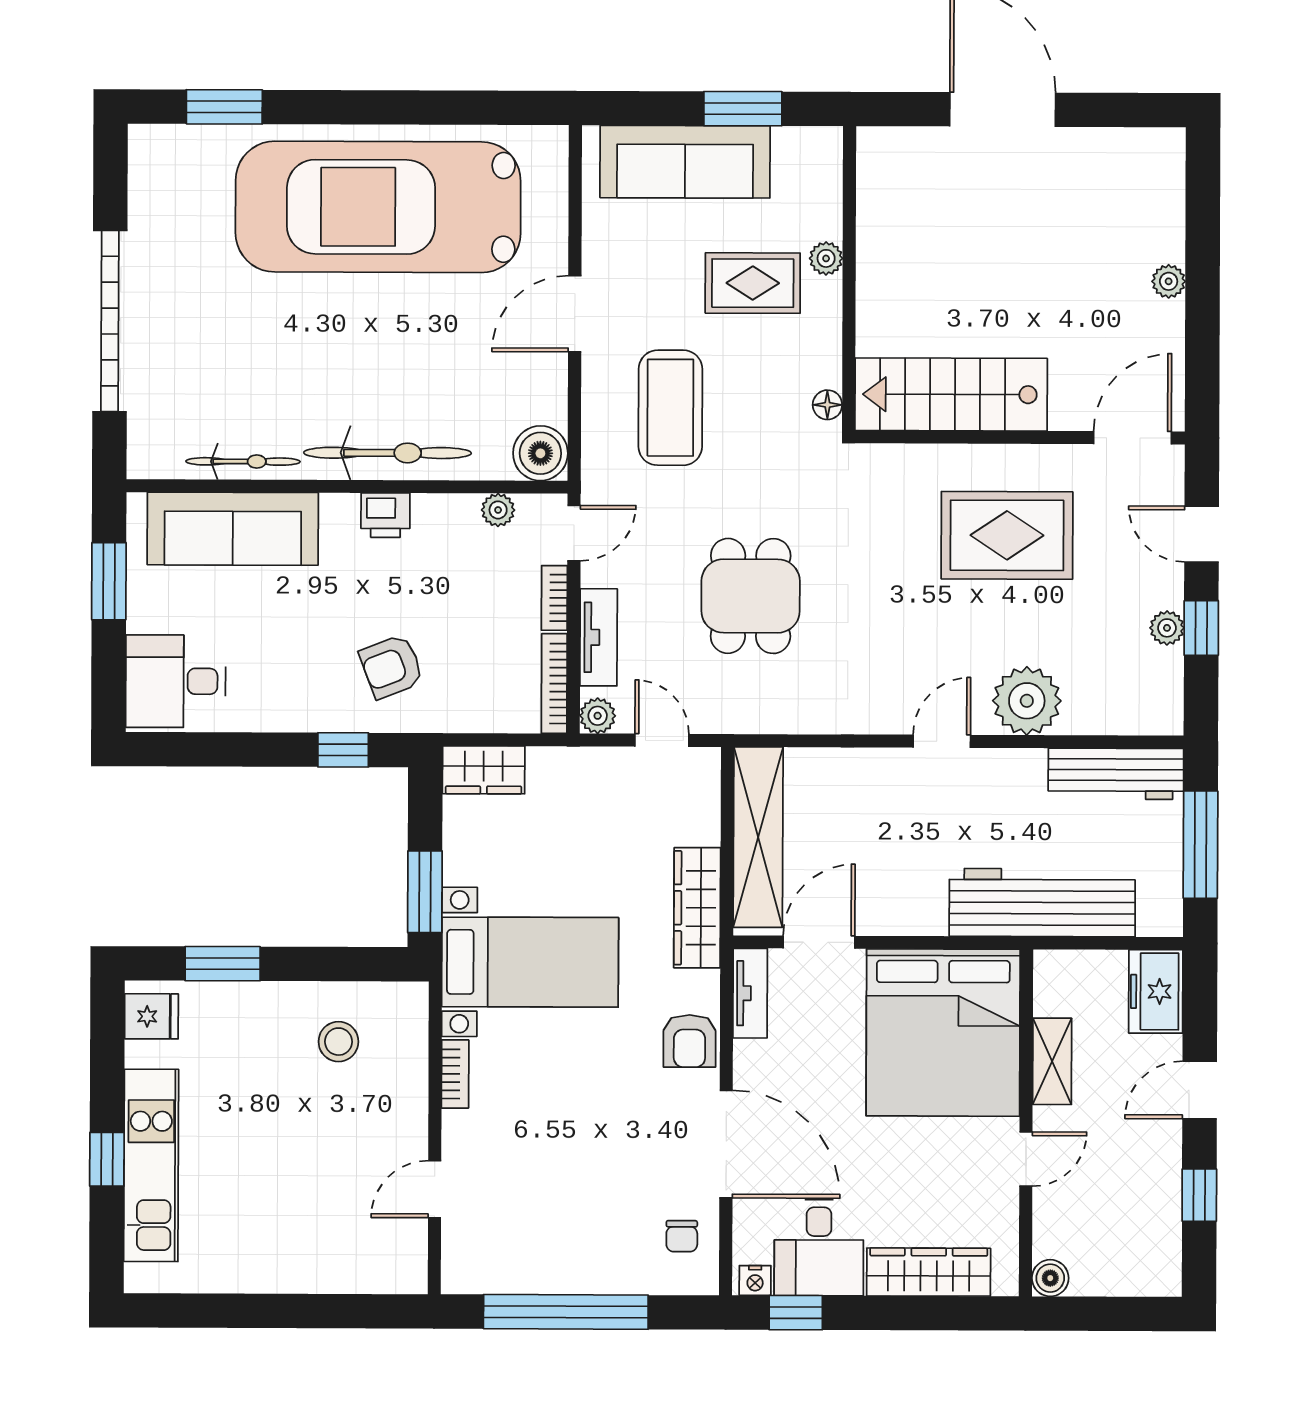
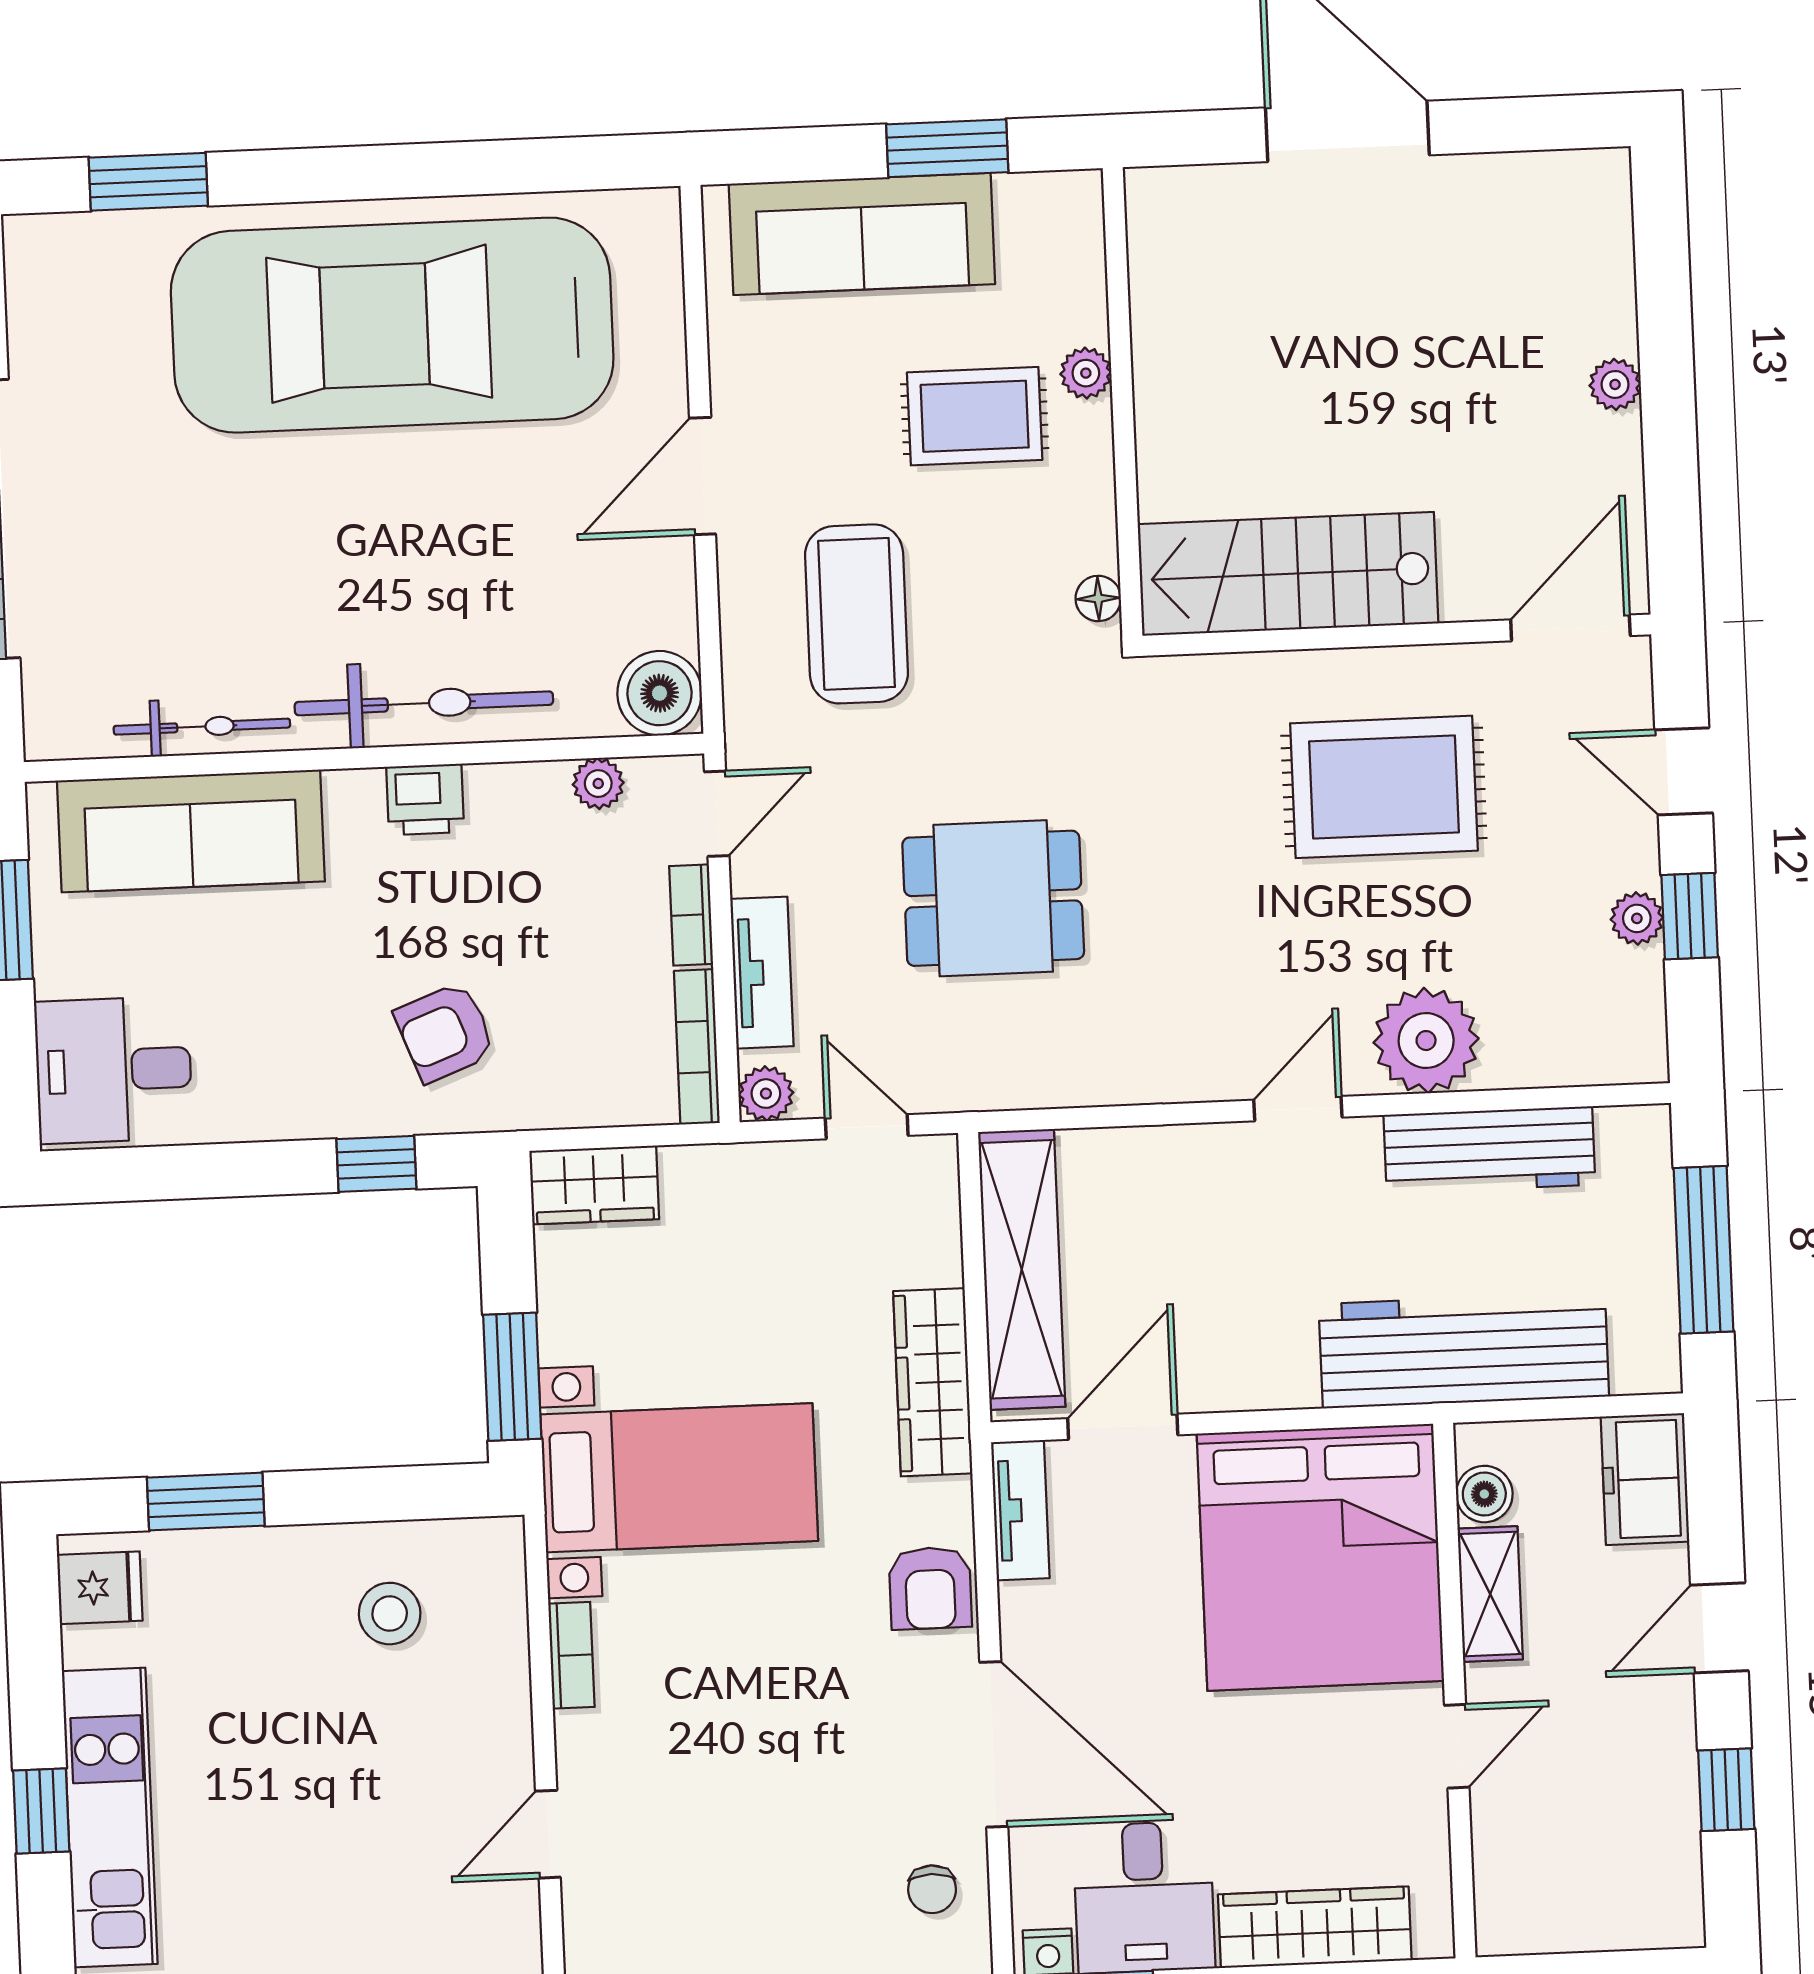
dining table: (751, 596) -> (993, 898), turned 90
workbench: (1116, 774) -> (1489, 1150), moved
boiler: (1050, 1278) -> (1484, 1494), moved

